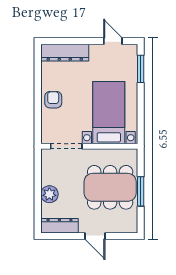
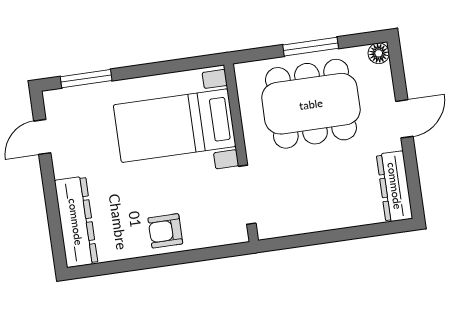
dining table: (110, 187) -> (311, 104), turned 90
plant: (49, 194) -> (339, 213), removed
floor lamp: (132, 227) -> (379, 53), added

